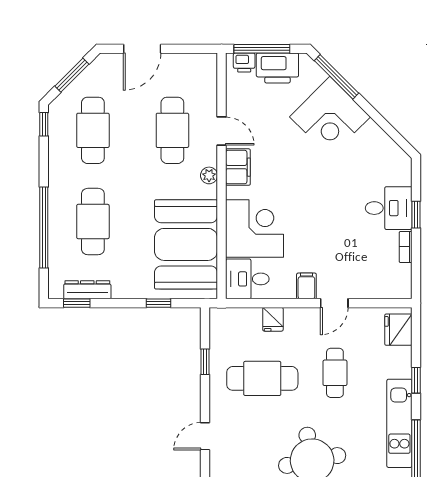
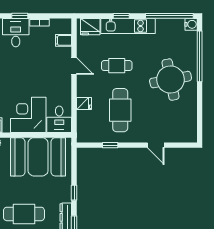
filing cabinet: (306, 286) -> (63, 40), moved
window: (159, 303) -> (74, 193), moved
kitchen unit: (399, 423) -> (128, 26), moved

